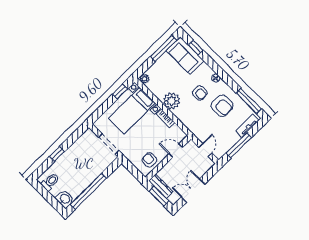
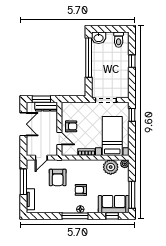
window: (120, 92) -> (132, 115), moved
plant: (172, 101) -> (111, 167), moved
window: (249, 101) -> (75, 216), moved
armchair: (222, 106) -> (58, 177), moved, turned -90
door: (205, 150) -> (41, 158), hinge flipped
door: (176, 151) -> (59, 138), hinge flipped
armchair: (149, 160) -> (71, 126), moved

